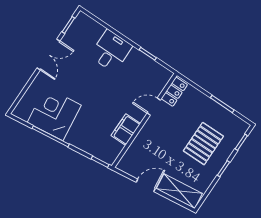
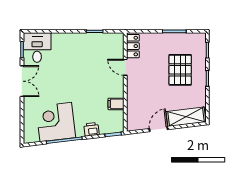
desk: (111, 51) -> (37, 48), moved
door: (154, 107) -> (125, 67), hinge flipped
filing cabinet: (126, 130) -> (116, 104), width x0.50
printer: (83, 143) -> (91, 129), added

